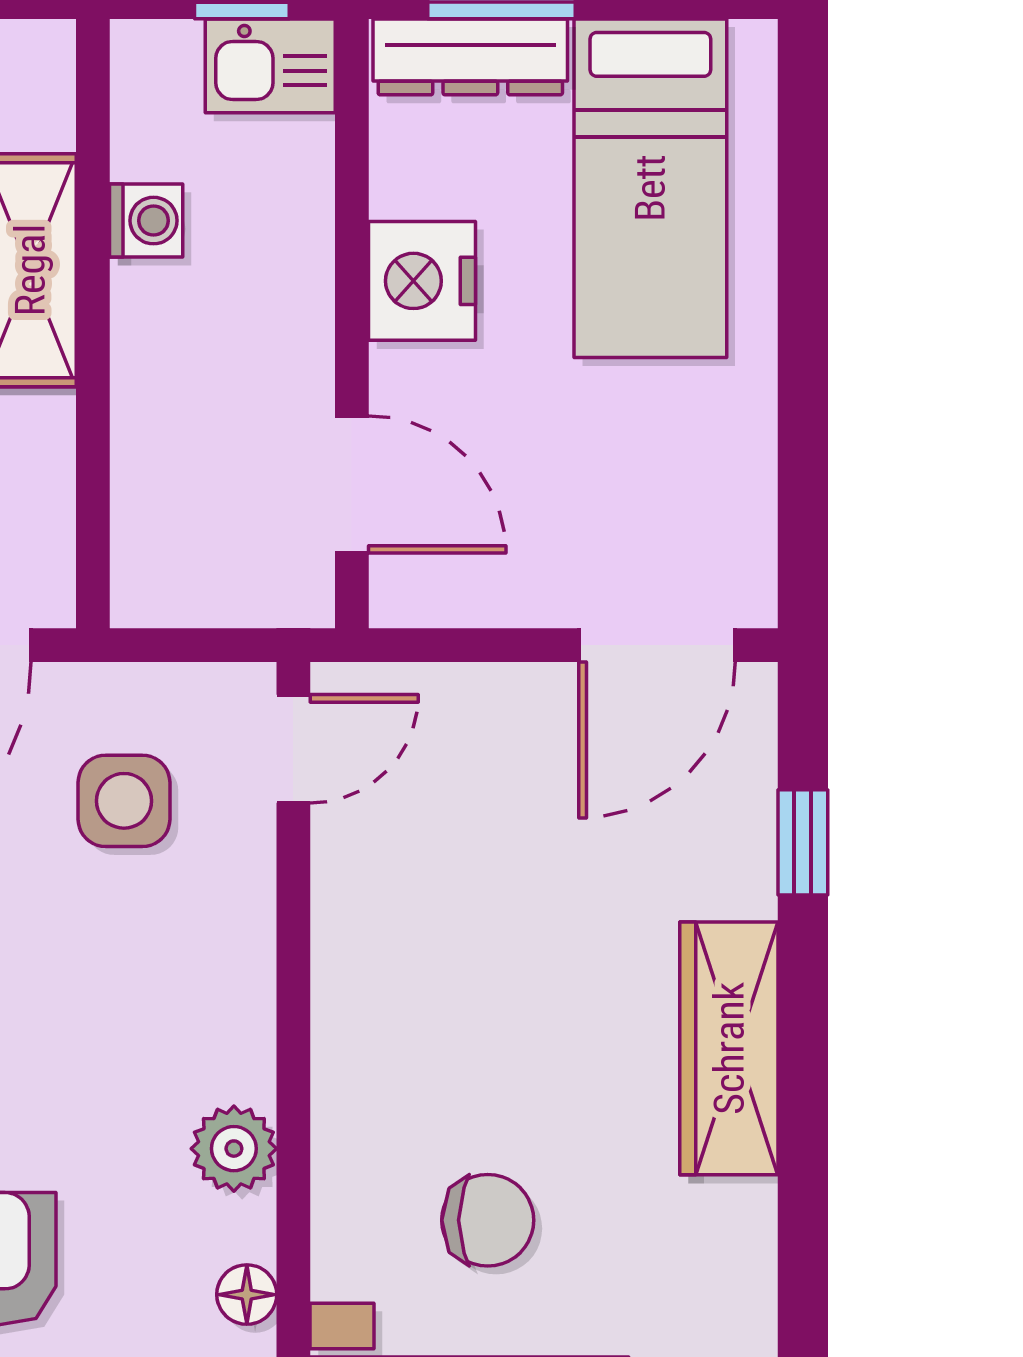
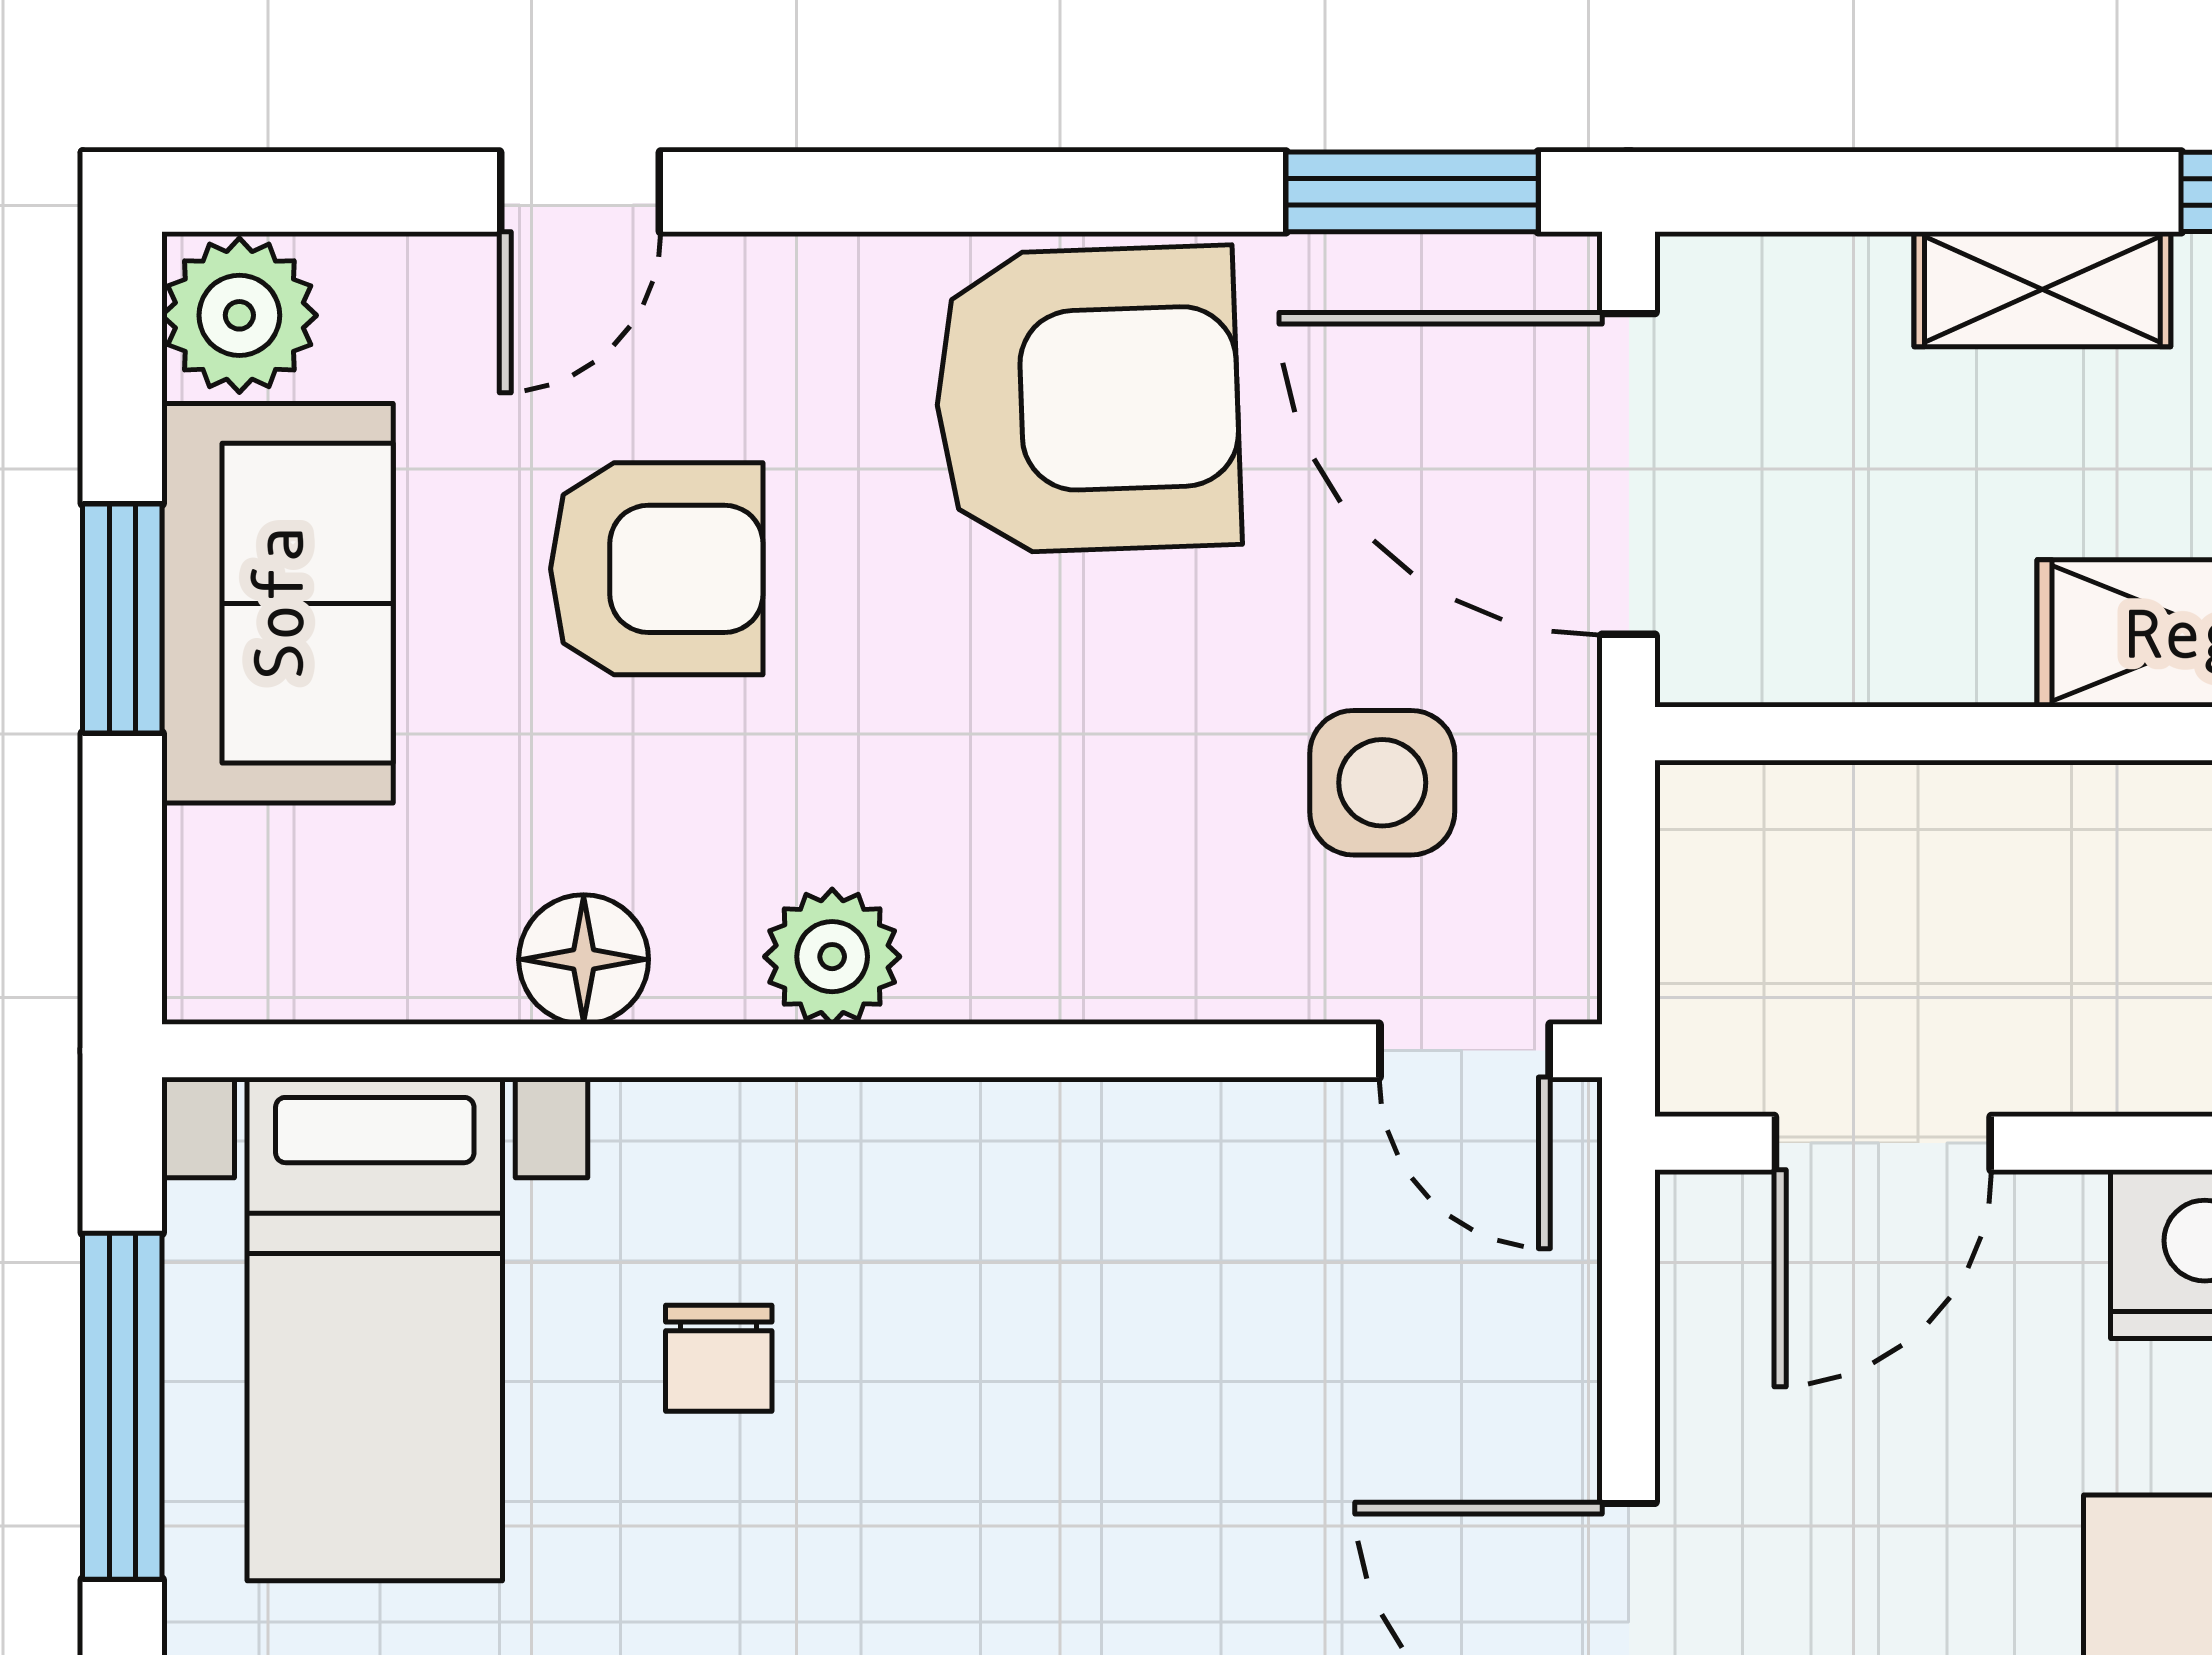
chair: (488, 1220) -> (719, 1358), width x0.73, depth x0.73
floor lamp: (247, 1295) -> (584, 959), width x1.37, depth x1.37

